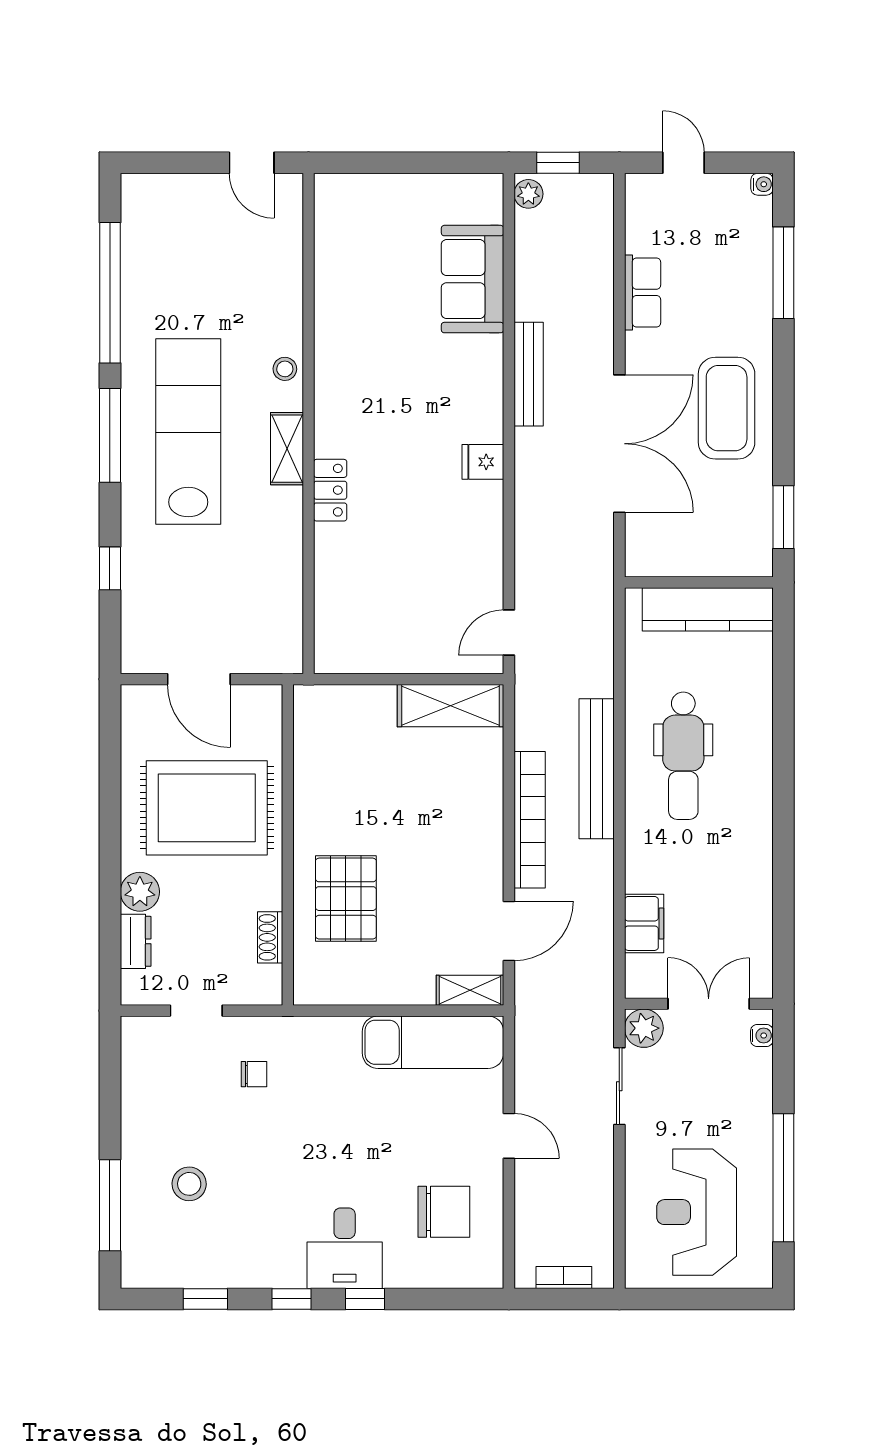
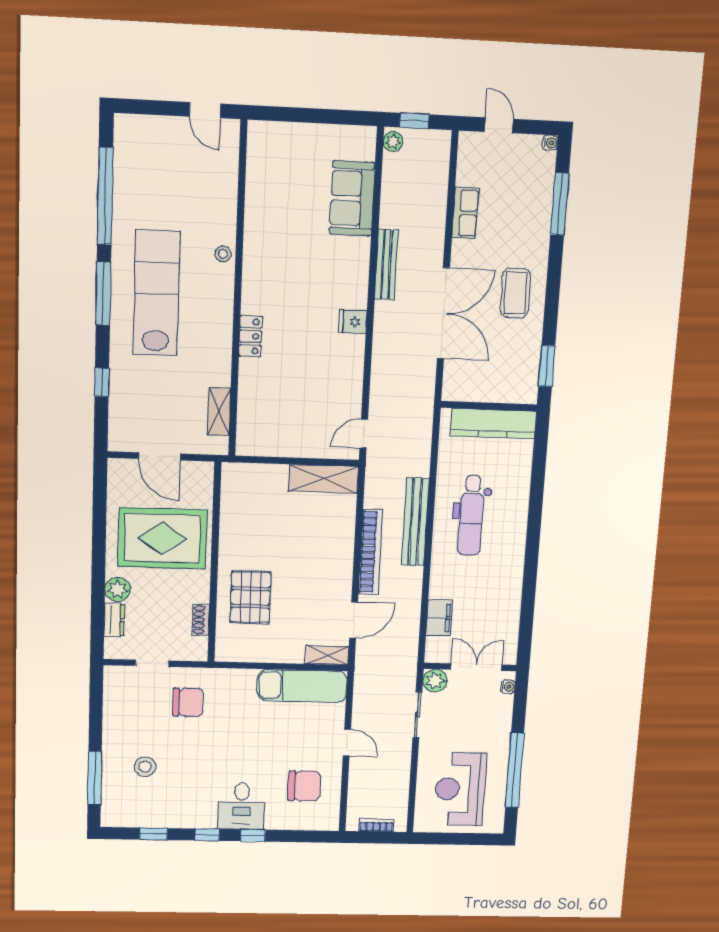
coffee table: (727, 408) -> (515, 293), width x0.73, depth x0.76
shelving: (287, 449) -> (219, 411), moved
chair: (254, 1074) -> (188, 702), width x1.87, depth x1.87

